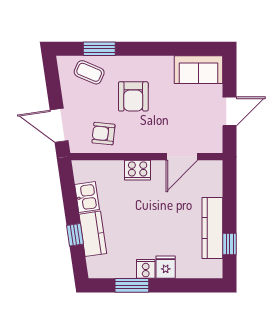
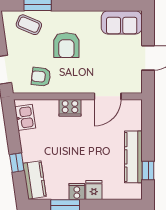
kitchen sink: (87, 197) -> (25, 117), moved
kitchen counter: (93, 234) -> (35, 180), moved

